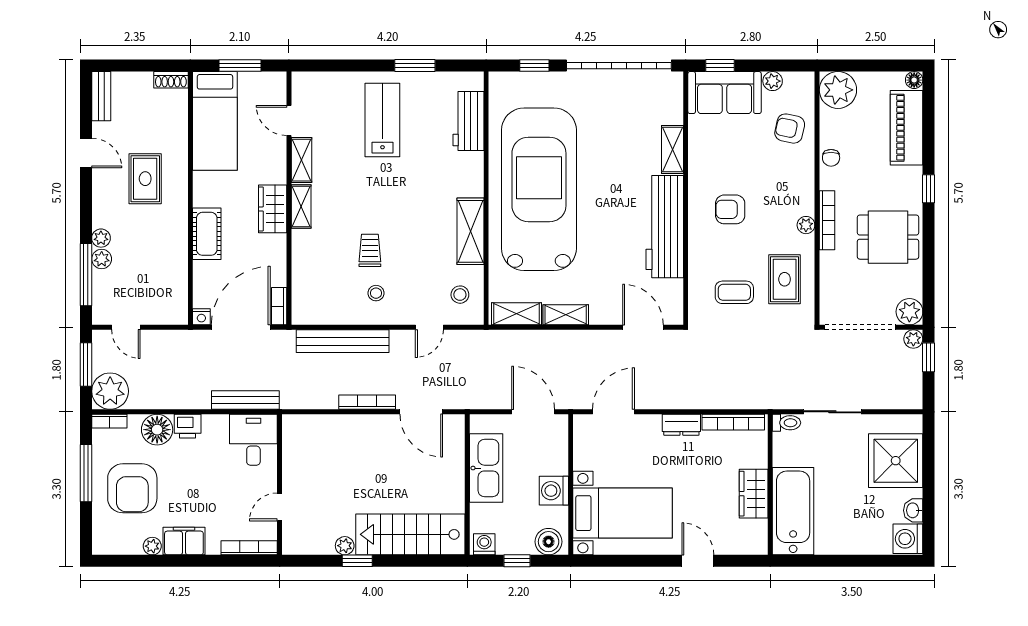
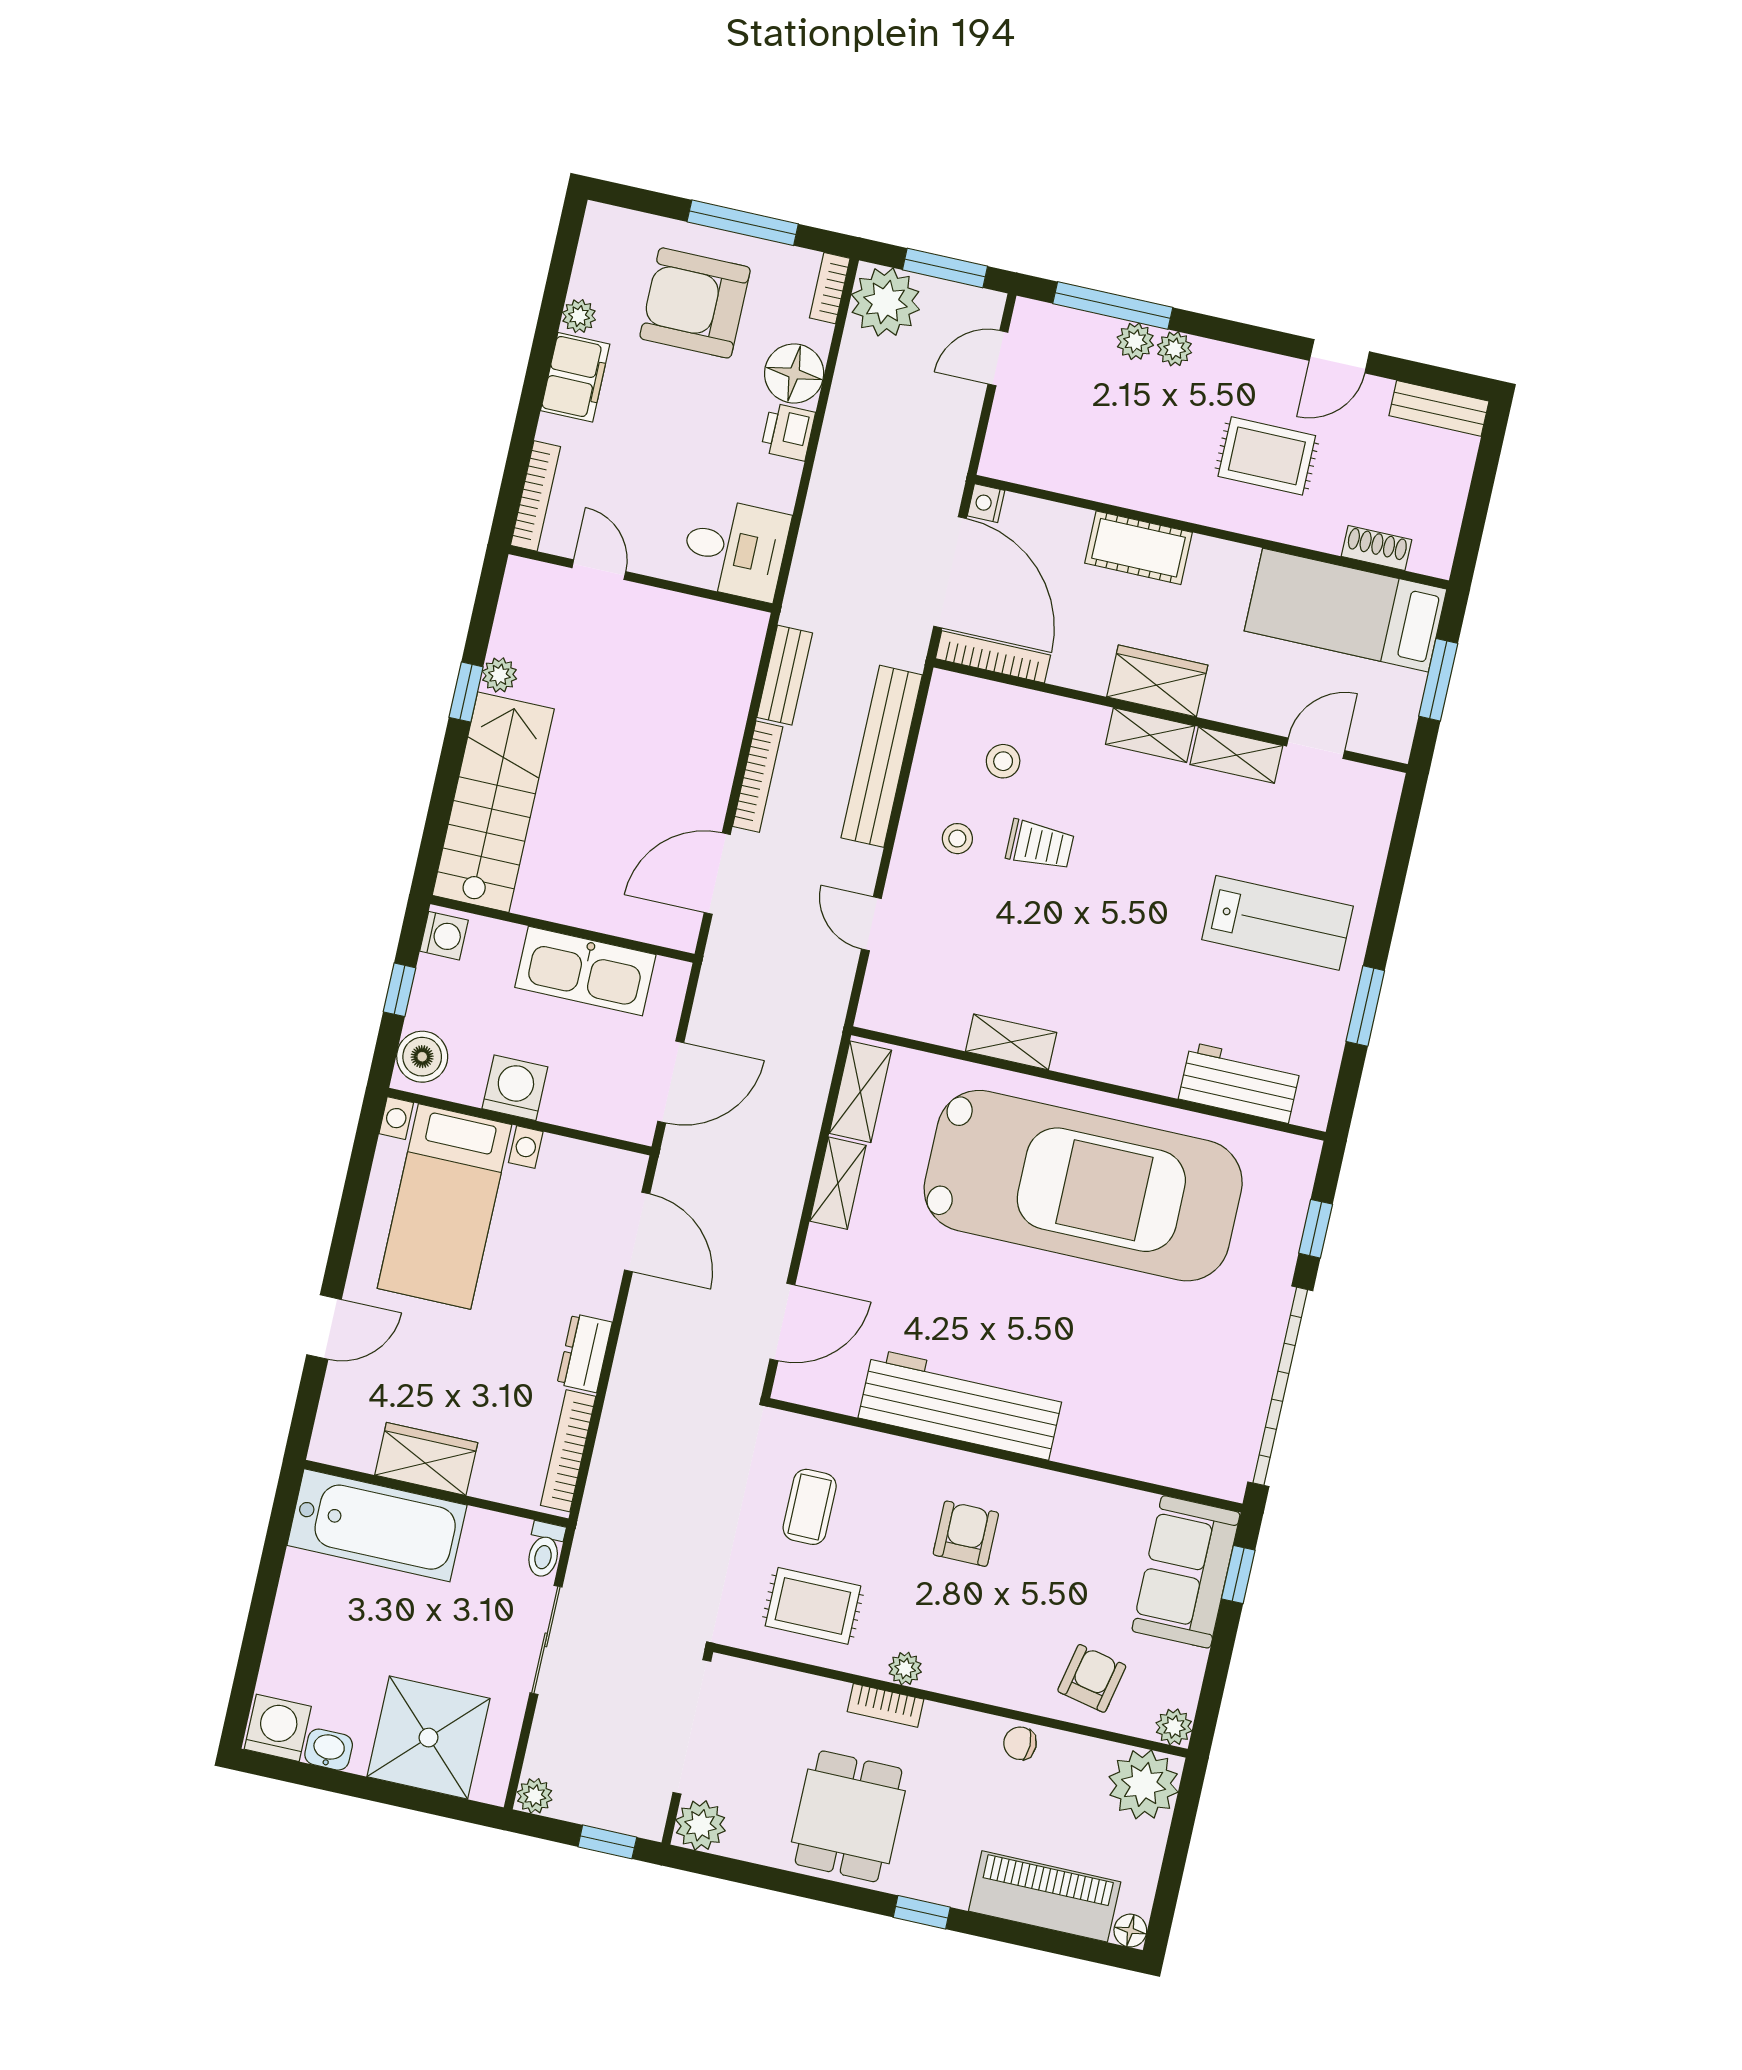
shoe rack: (171, 80) -> (1376, 548), moved, turned 90
plant: (773, 81) -> (1174, 1727), moved
shelving: (672, 149) -> (1102, 1451), removed
bookcase: (827, 220) -> (886, 1705), width x0.64
shelving: (470, 231) -> (1011, 1042), width x0.67, depth x0.75
stool: (460, 295) -> (1003, 761), moved
bookcase: (279, 306) -> (993, 657), width x1.56
plant: (913, 339) -> (535, 1796), moved
bench: (245, 400) -> (785, 675), moved, width x0.73

